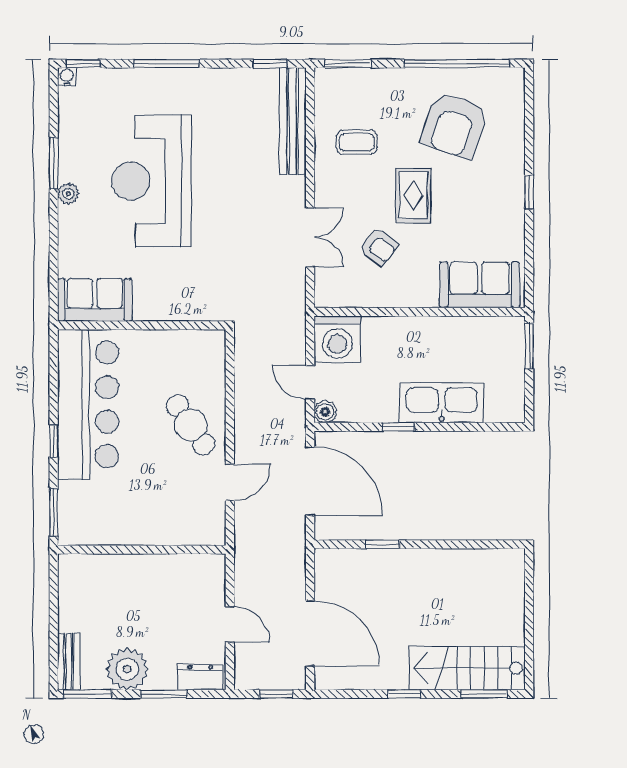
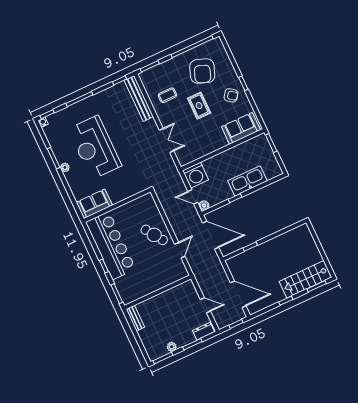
armchair: (379, 247) -> (231, 95), moved
bench: (68, 662) -> (135, 318), moved
plant: (127, 669) -> (172, 347), width x0.53, depth x0.53

